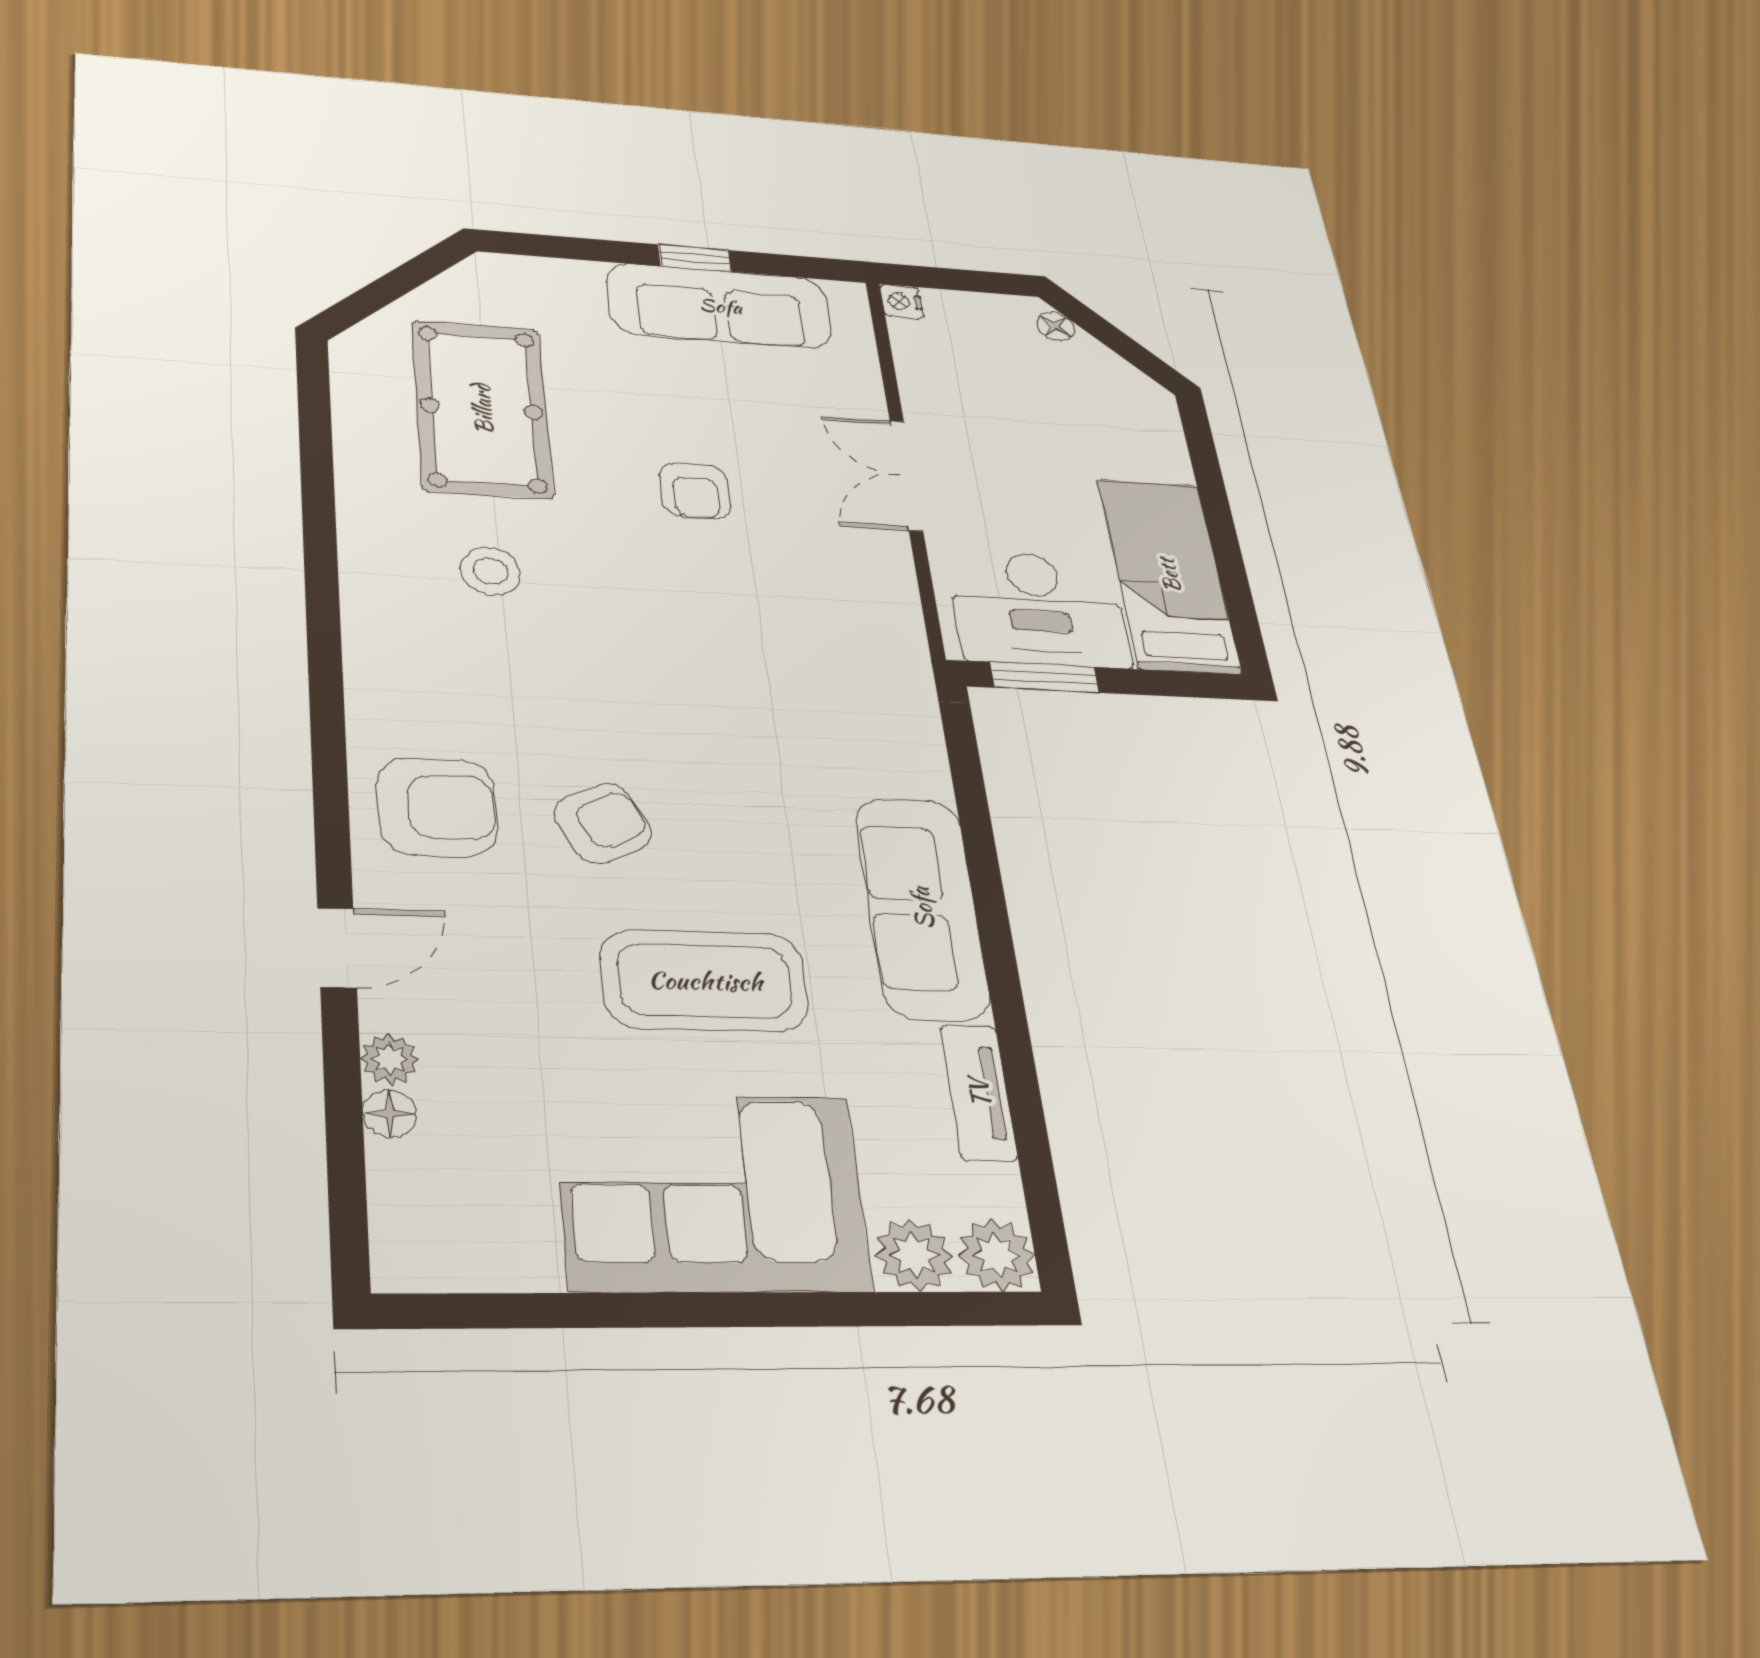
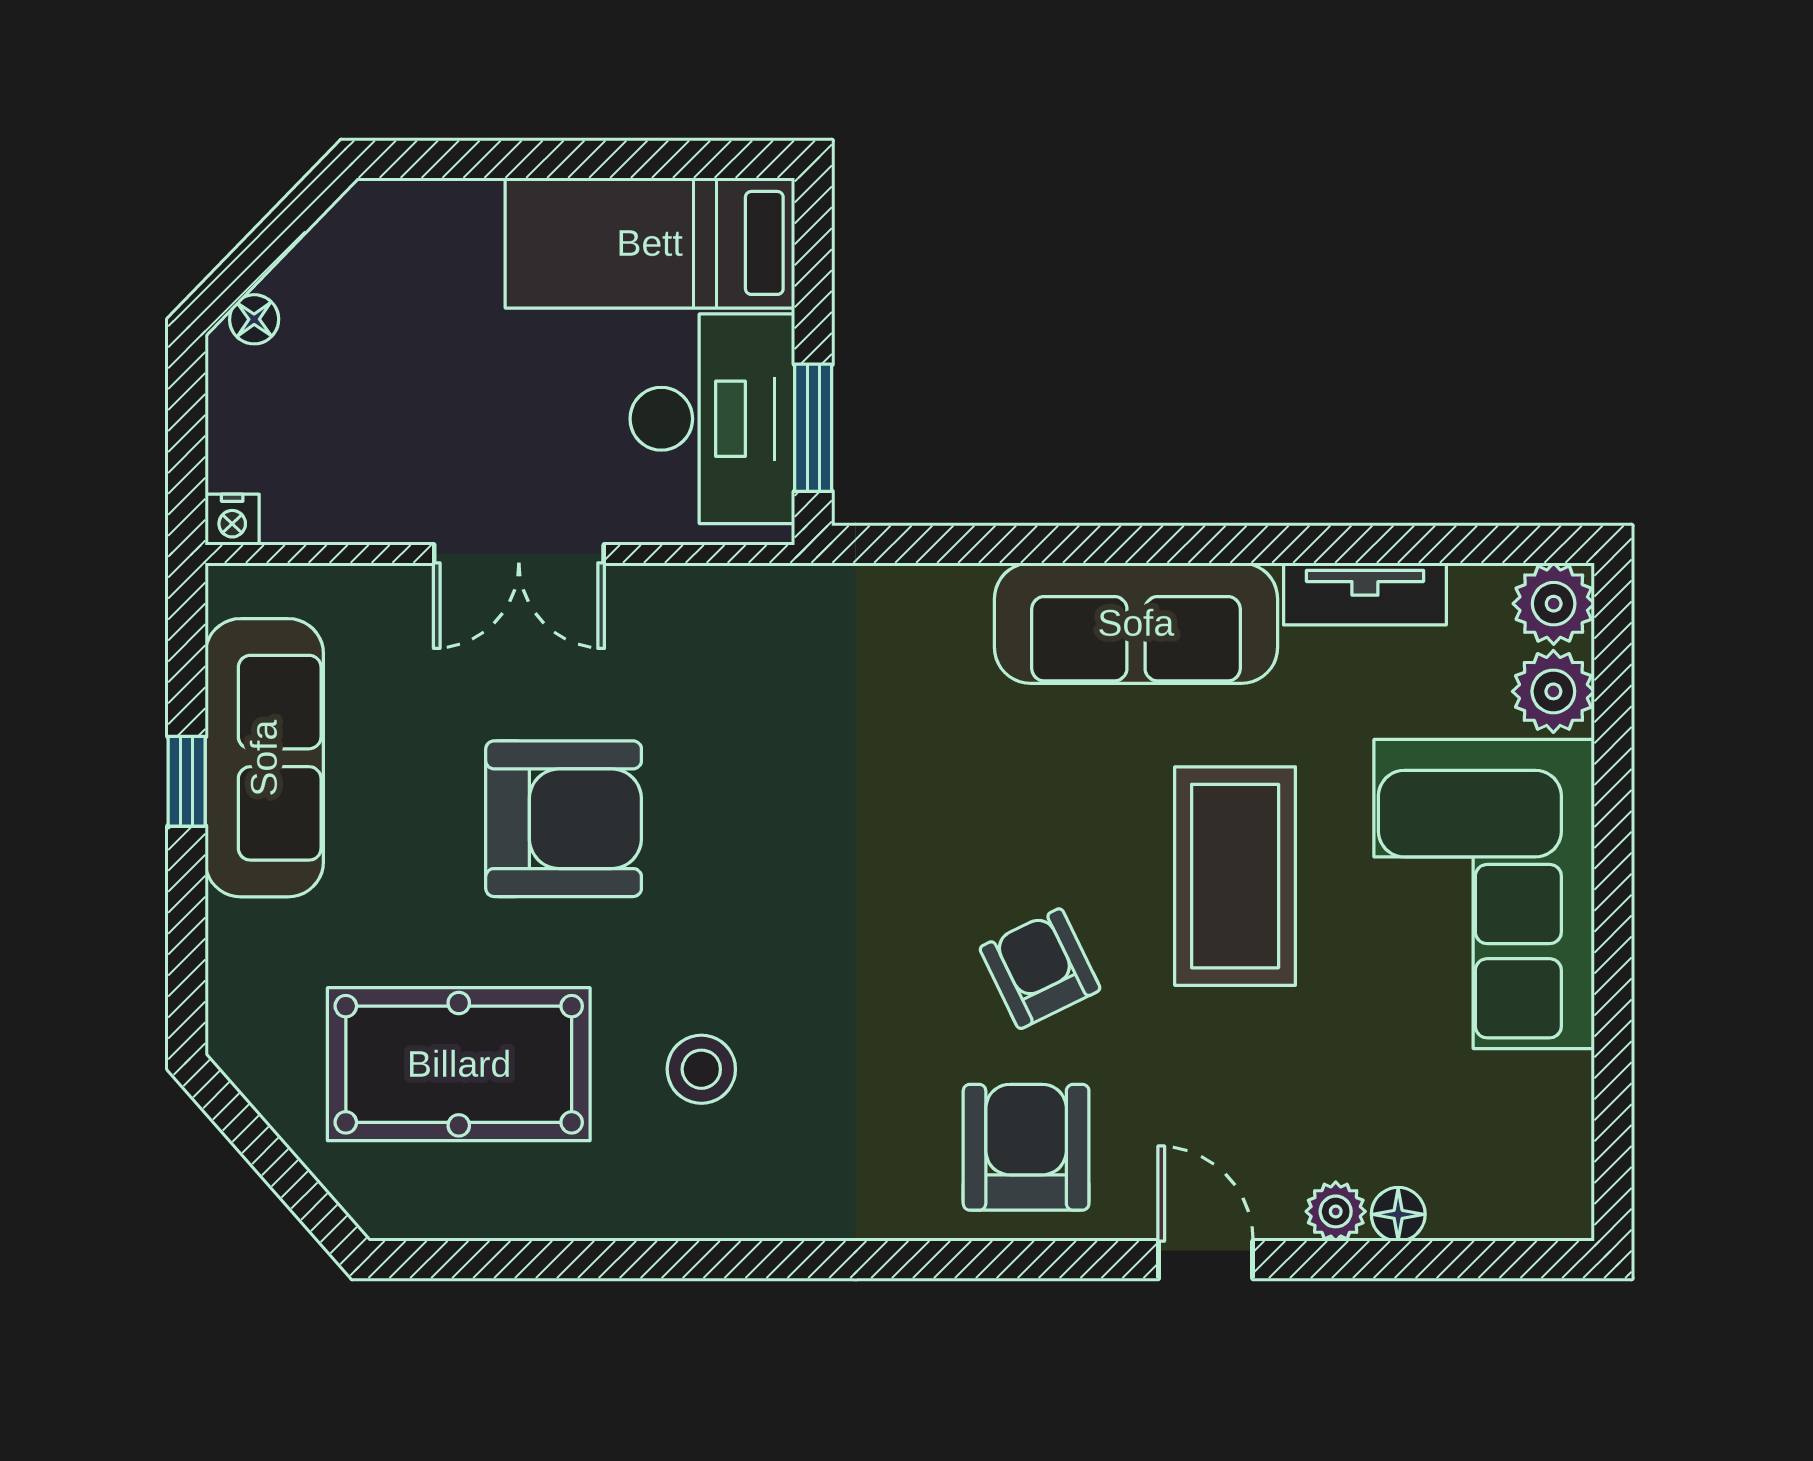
armchair: (695, 491) -> (564, 819), width x1.88, depth x1.88

